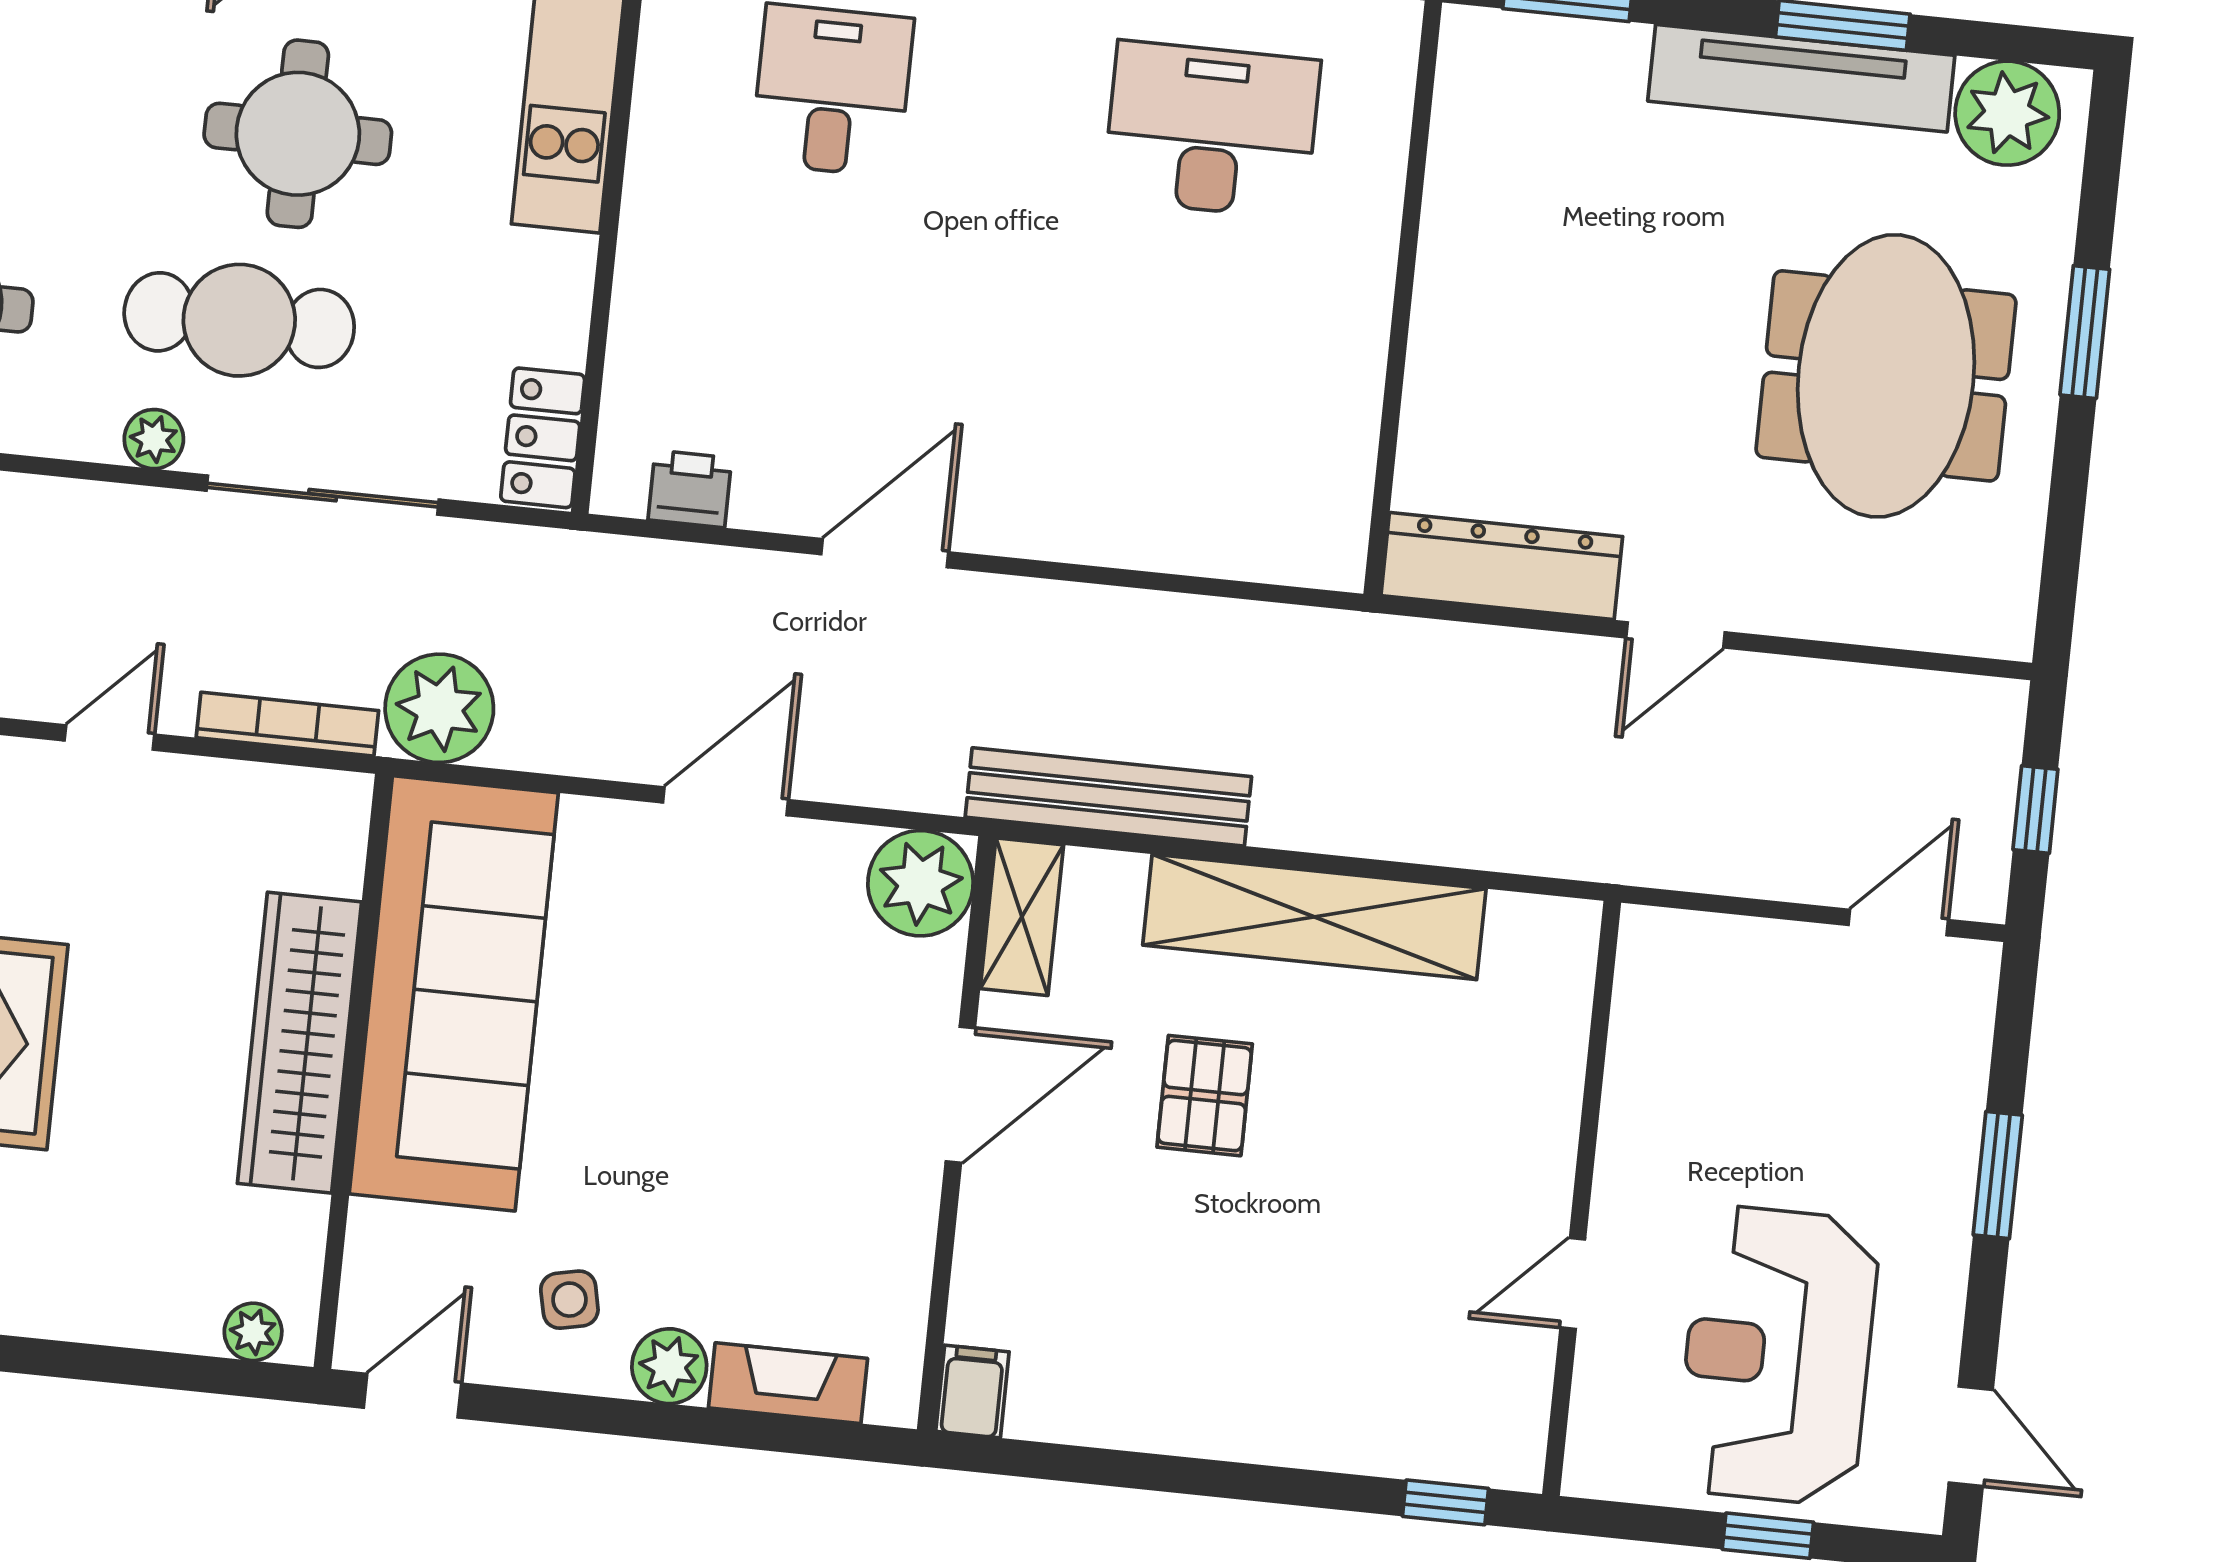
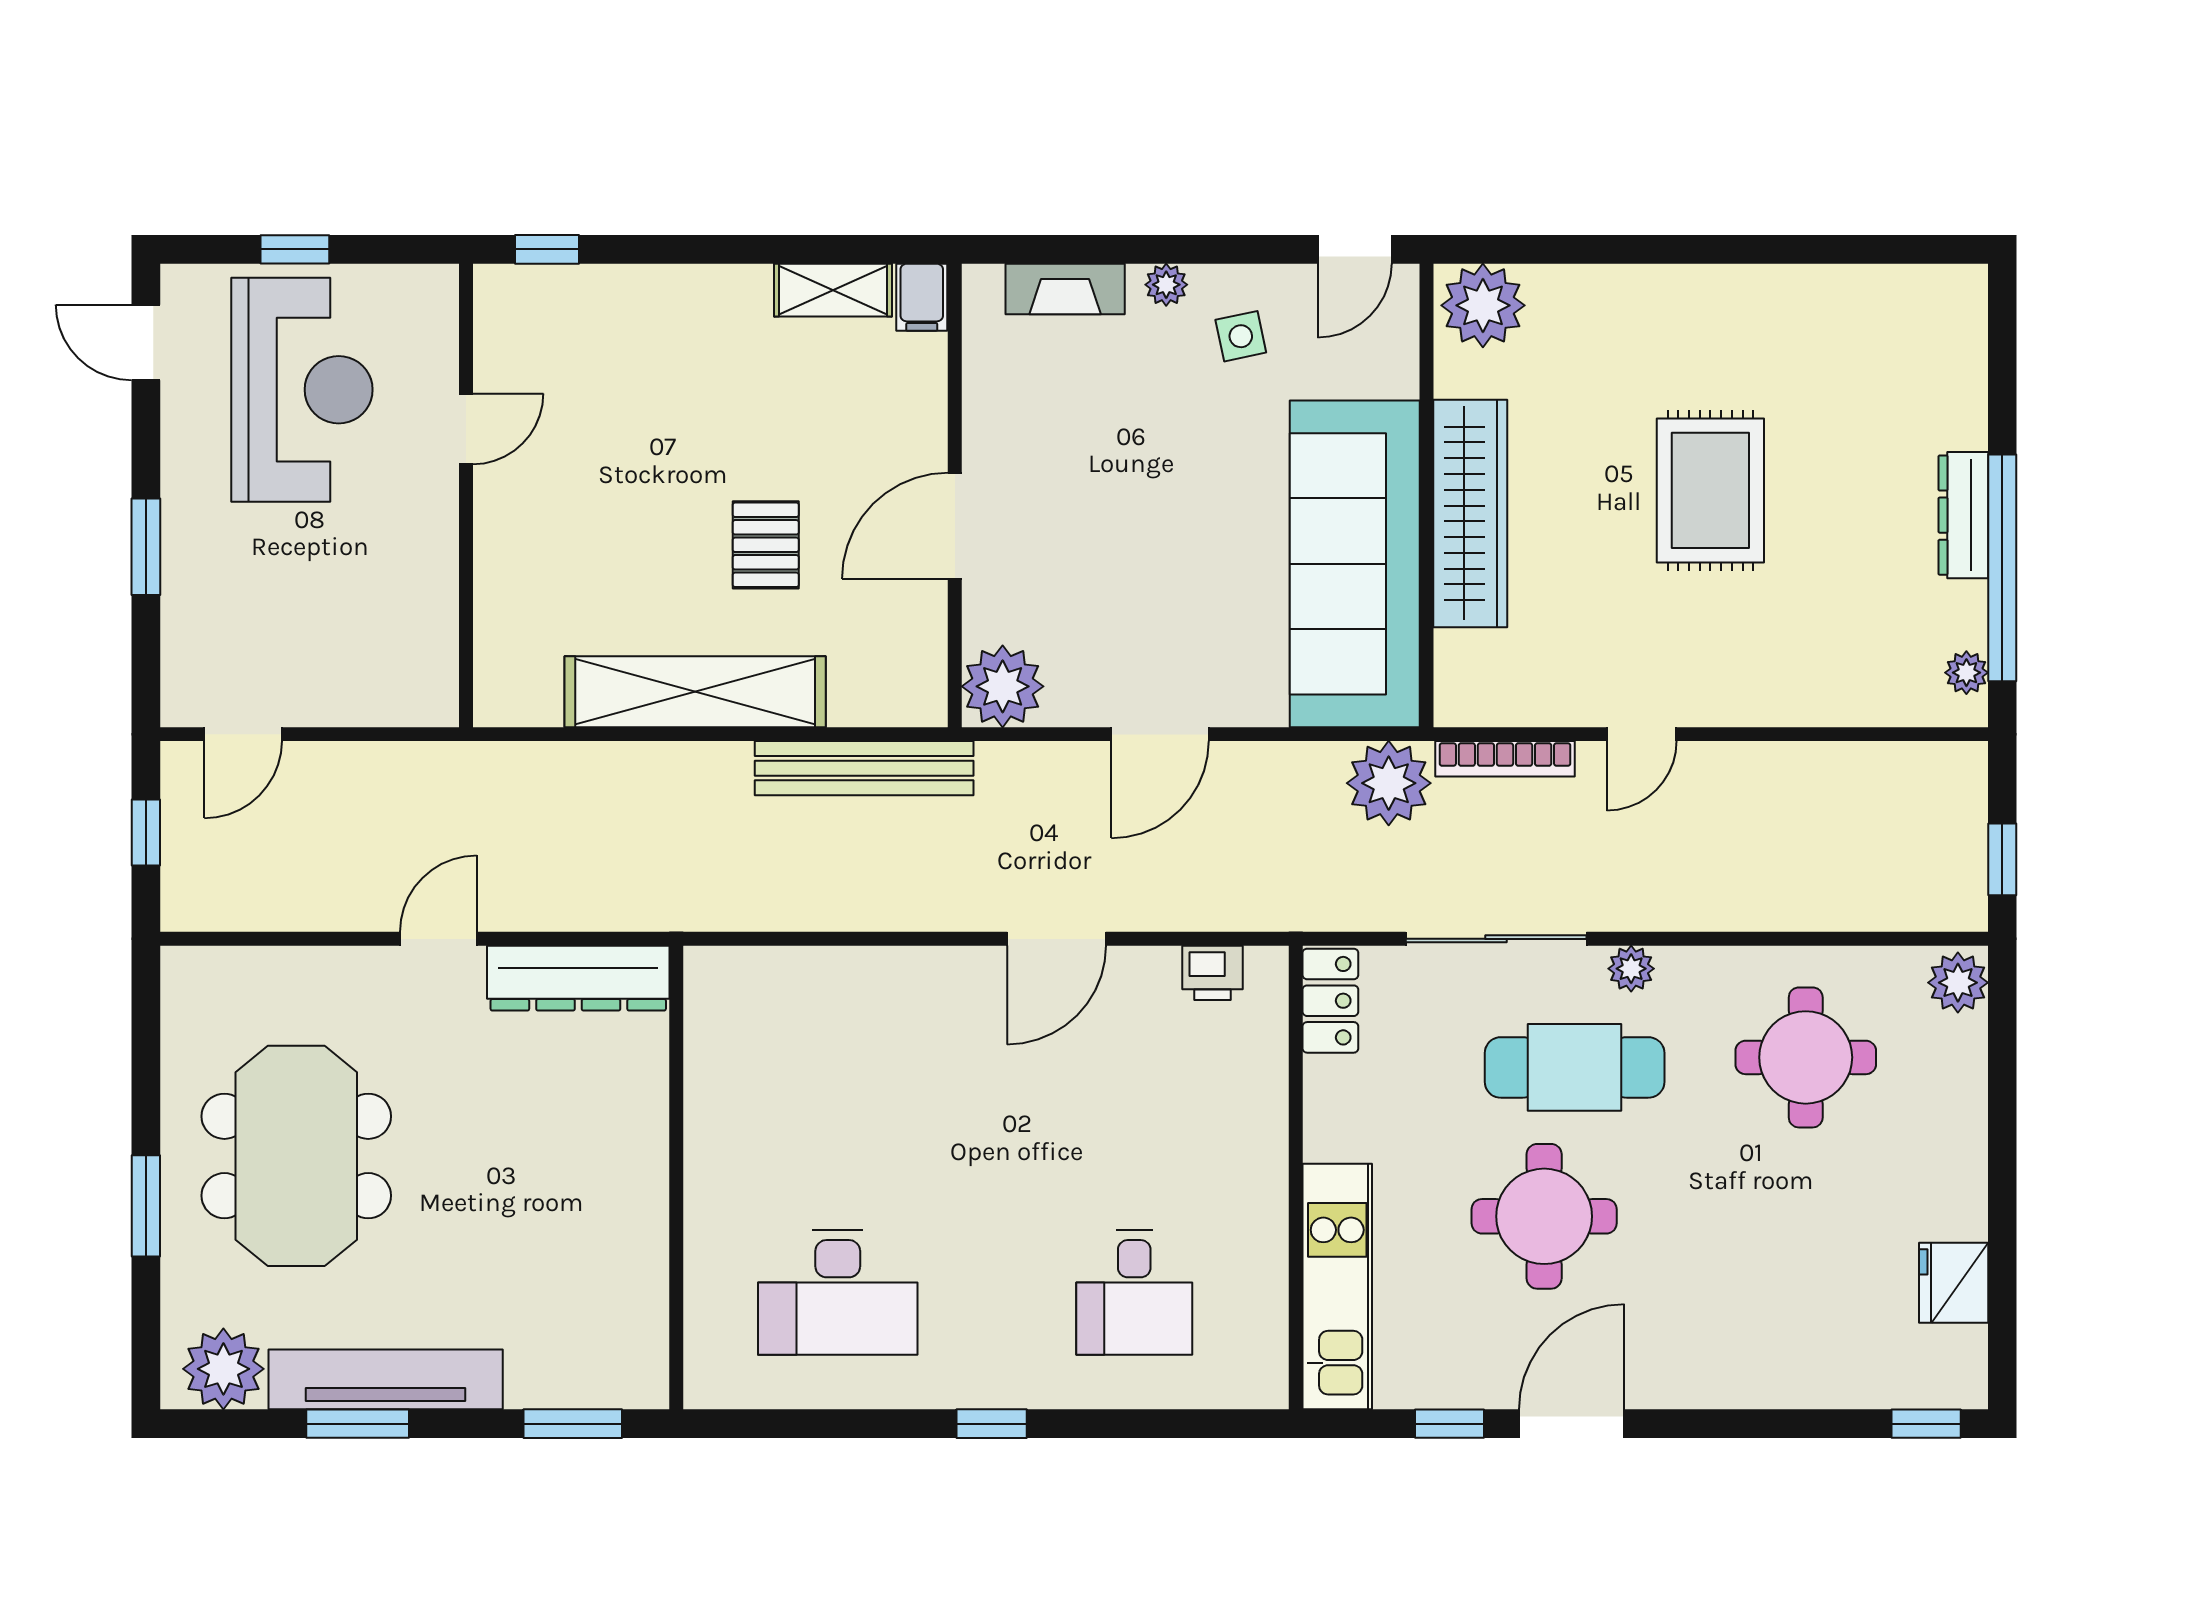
shelving: (1022, 917) -> (833, 290), moved, turned 90
plant: (253, 1332) -> (1483, 305), width x1.87, depth x1.87
plant: (669, 1366) -> (1166, 285), width x0.73, depth x0.73

